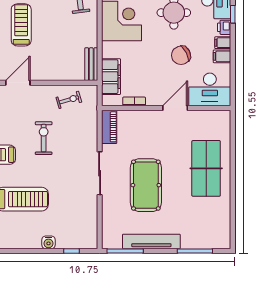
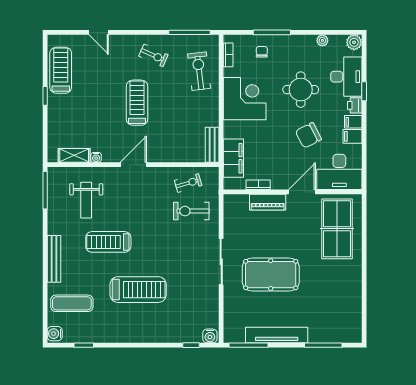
piano: (109, 127) -> (268, 202), moved, turned 90
exercise bike: (44, 138) -> (191, 211), moved, turned -90
table tennis table: (206, 168) -> (337, 229), moved
pool table: (146, 185) -> (271, 275), turned 90
water cooler: (48, 242) -> (210, 336), moved

